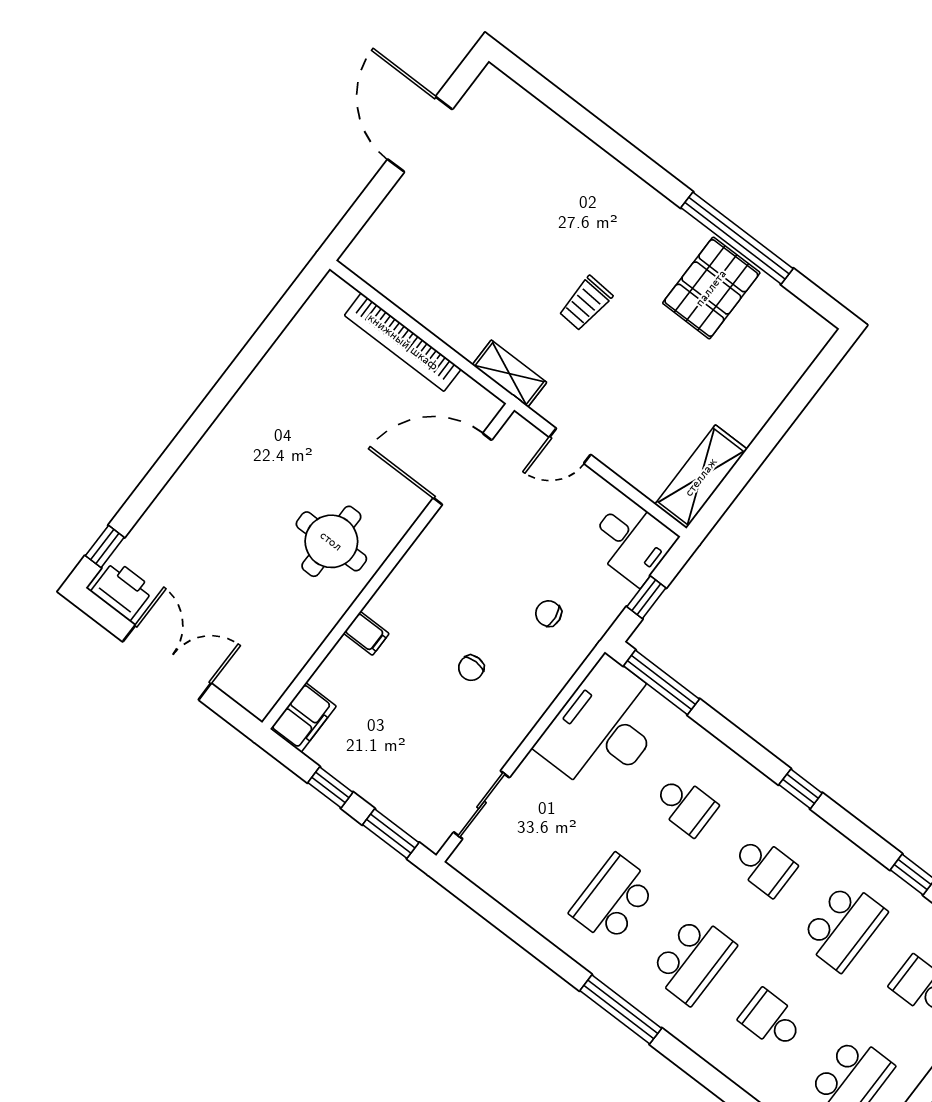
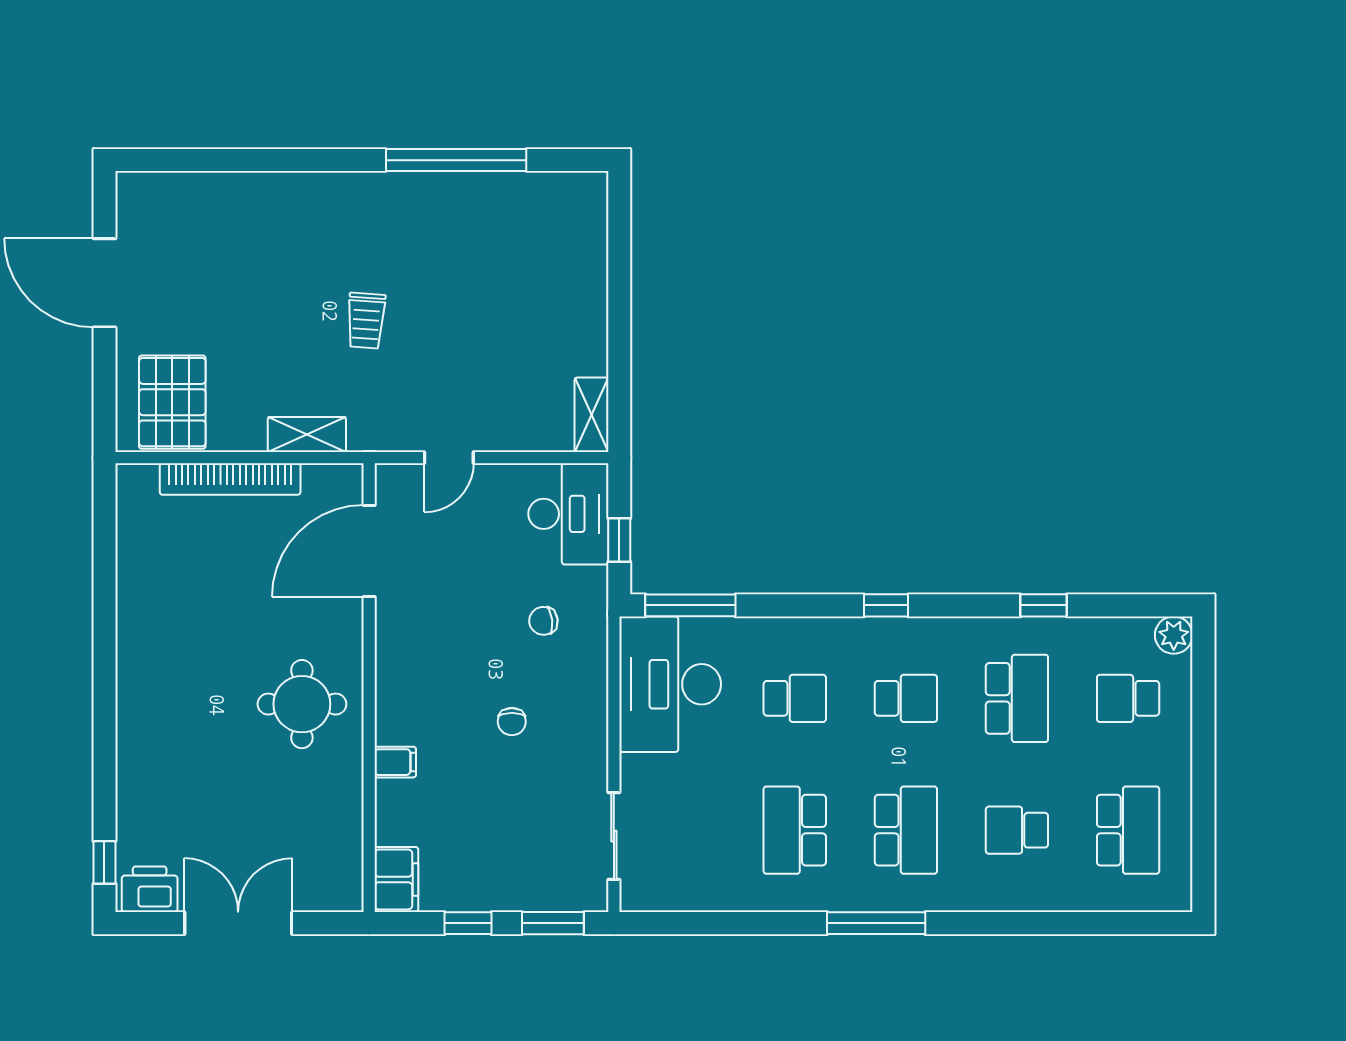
pallet: (711, 288) -> (172, 402), moved
shelving: (509, 374) -> (307, 435), moved
shelving: (701, 477) -> (592, 415), width x0.67, depth x0.75
desk: (632, 541) -> (568, 514), width x1.37

